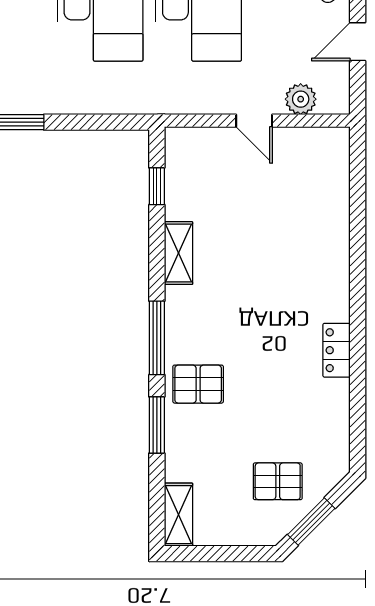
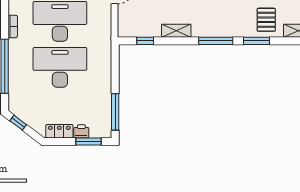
pallet: (198, 384) -> (266, 20), moved

